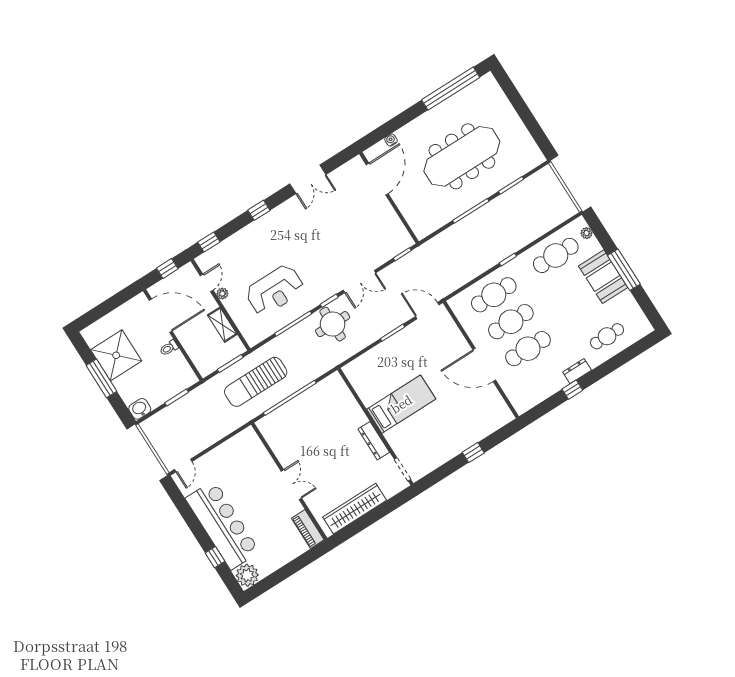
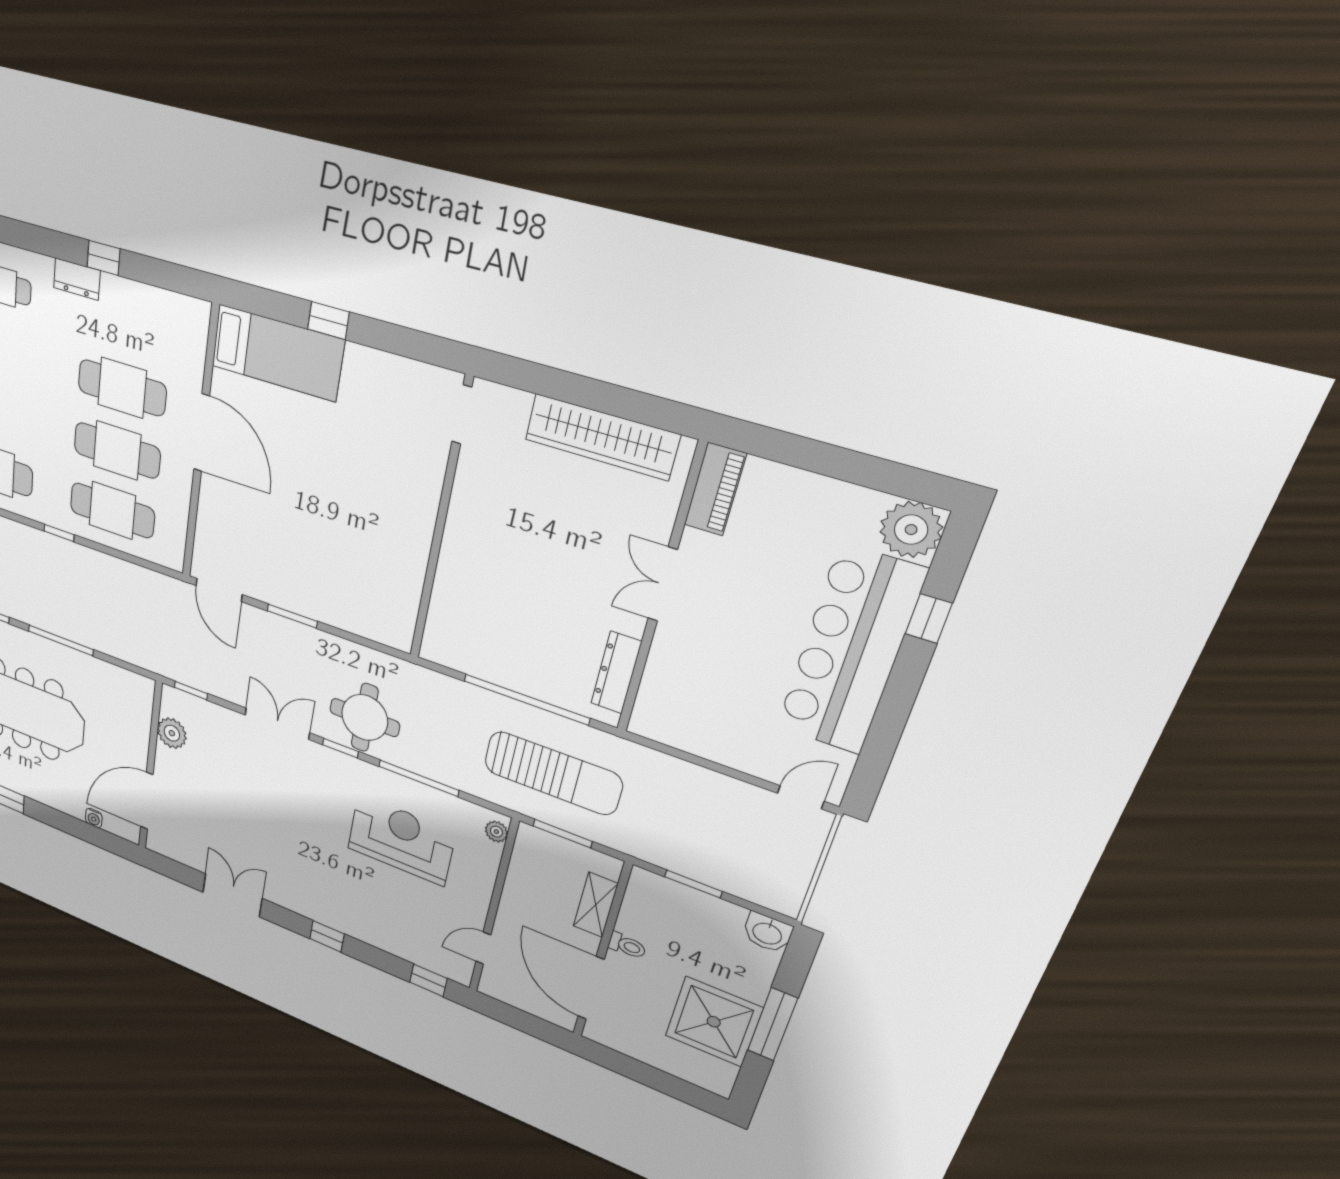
plant: (394, 225) -> (172, 733), added
window: (167, 268) -> (517, 1019), removed
plant: (222, 294) -> (496, 832), moved
shelving: (222, 325) -> (596, 905), moved
bed: (401, 404) -> (277, 353), moved, turned 180
dresser: (374, 441) -> (616, 673), moved, turned 180

